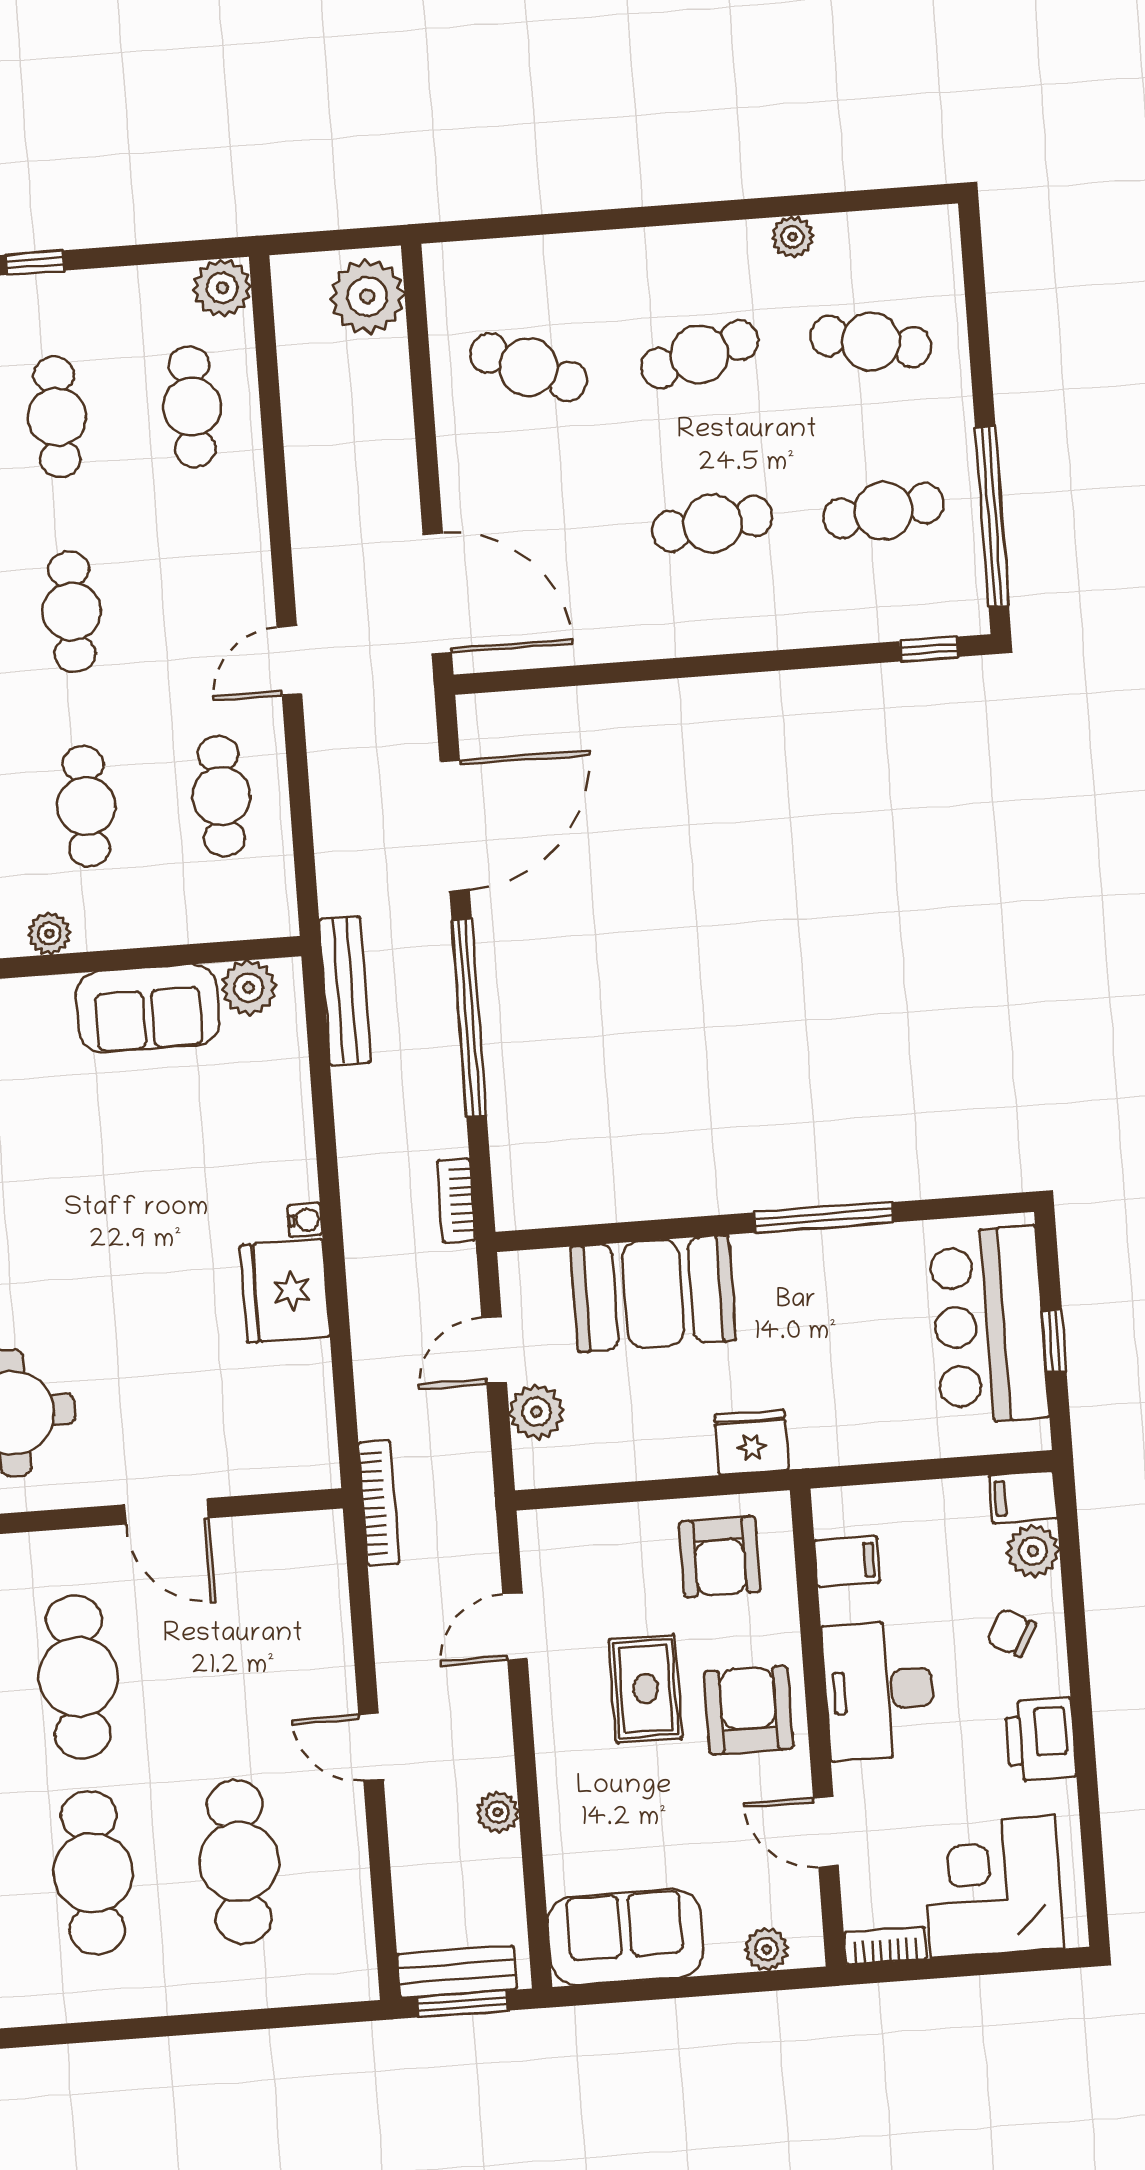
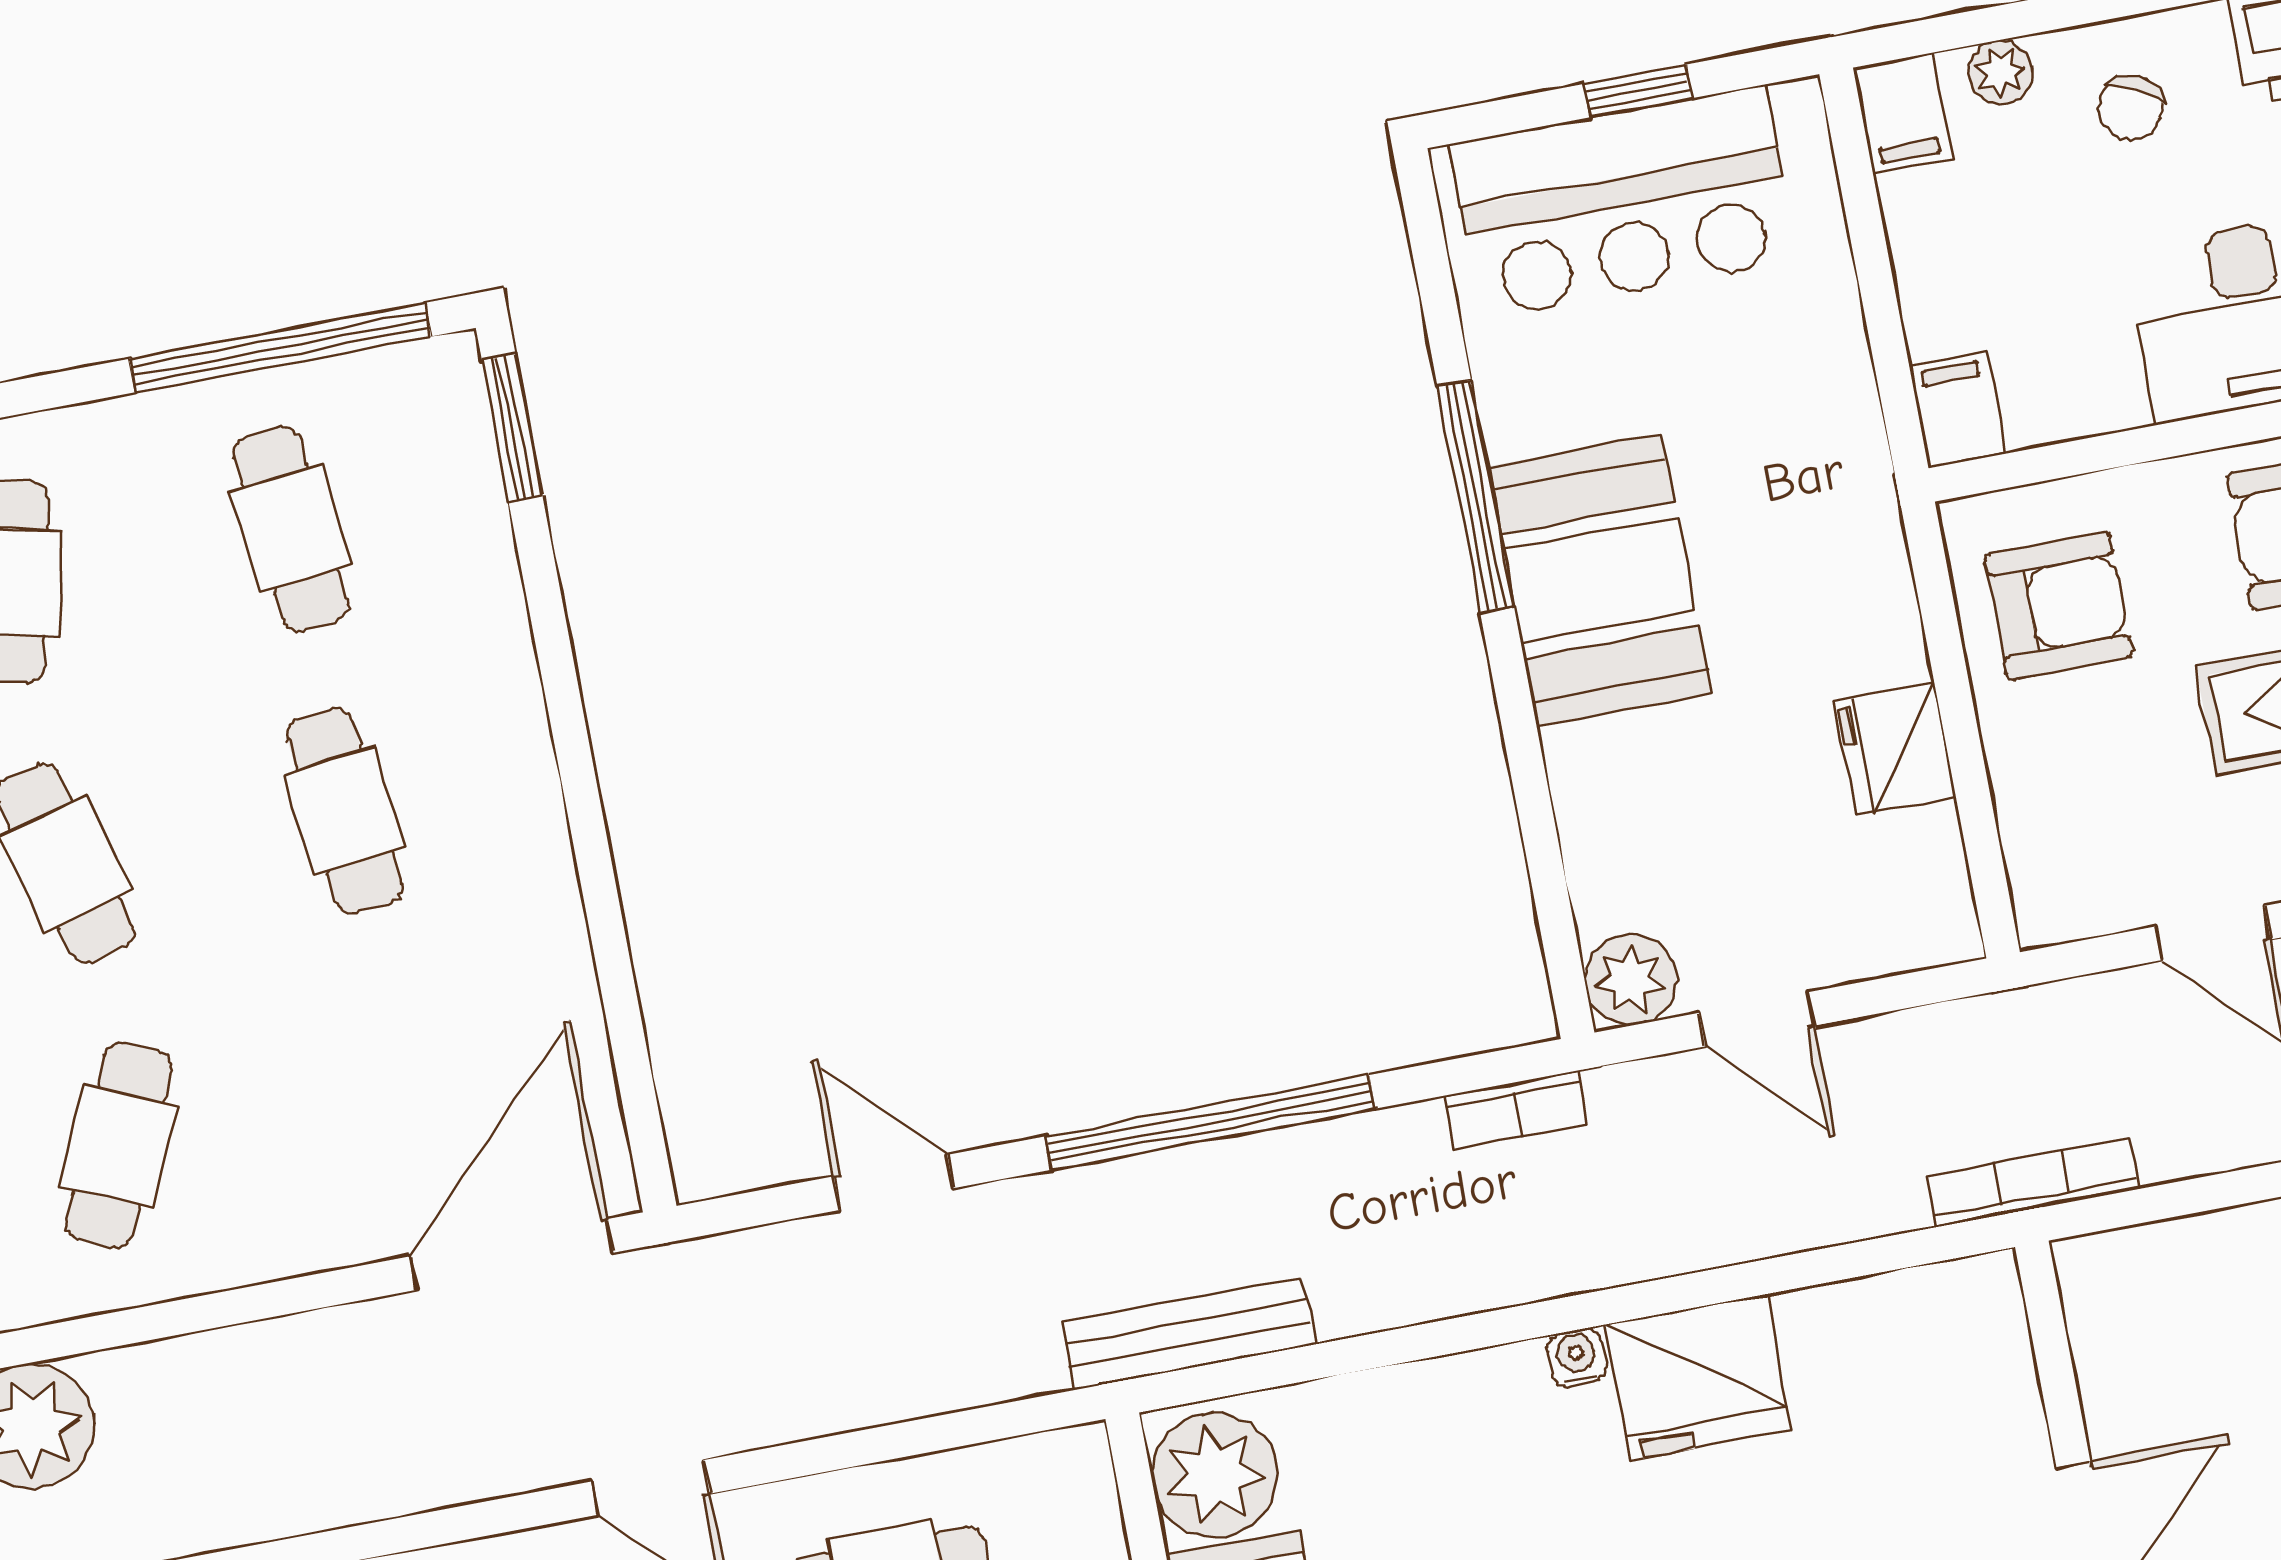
window: (929, 649) -> (512, 428), width x1.50
door: (455, 826) -> (894, 1182), width x0.53
plant: (249, 988) -> (1214, 1475), width x1.36, depth x1.36
booth: (653, 1294) -> (1599, 580), moved
plant: (536, 1412) -> (1631, 979), moved
fridge: (752, 1442) -> (1896, 749), moved
plant: (1033, 1551) -> (2000, 72), width x0.73, depth x0.73
filing cabinet: (847, 1562) -> (1957, 410), moved

